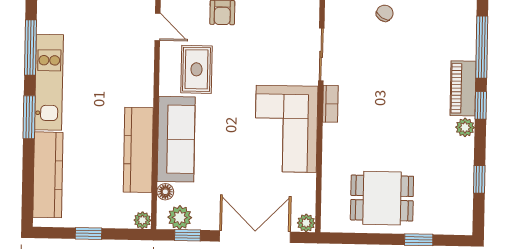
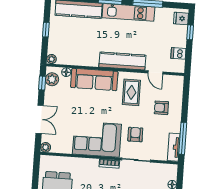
door: (157, 27) -> (155, 72), hinge flipped
armchair: (274, 58) -> (135, 134), added
rug: (196, 69) -> (131, 92), turned 90
kitchen counter: (138, 150) -> (122, 61), moved
double door: (255, 237) -> (40, 119), width x0.73

